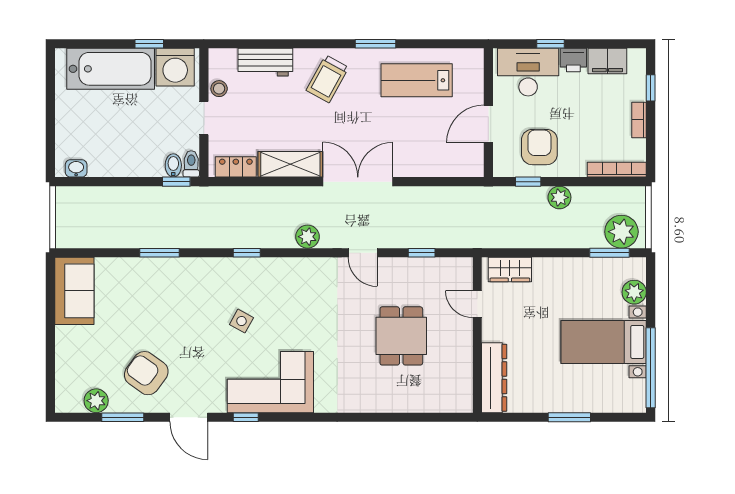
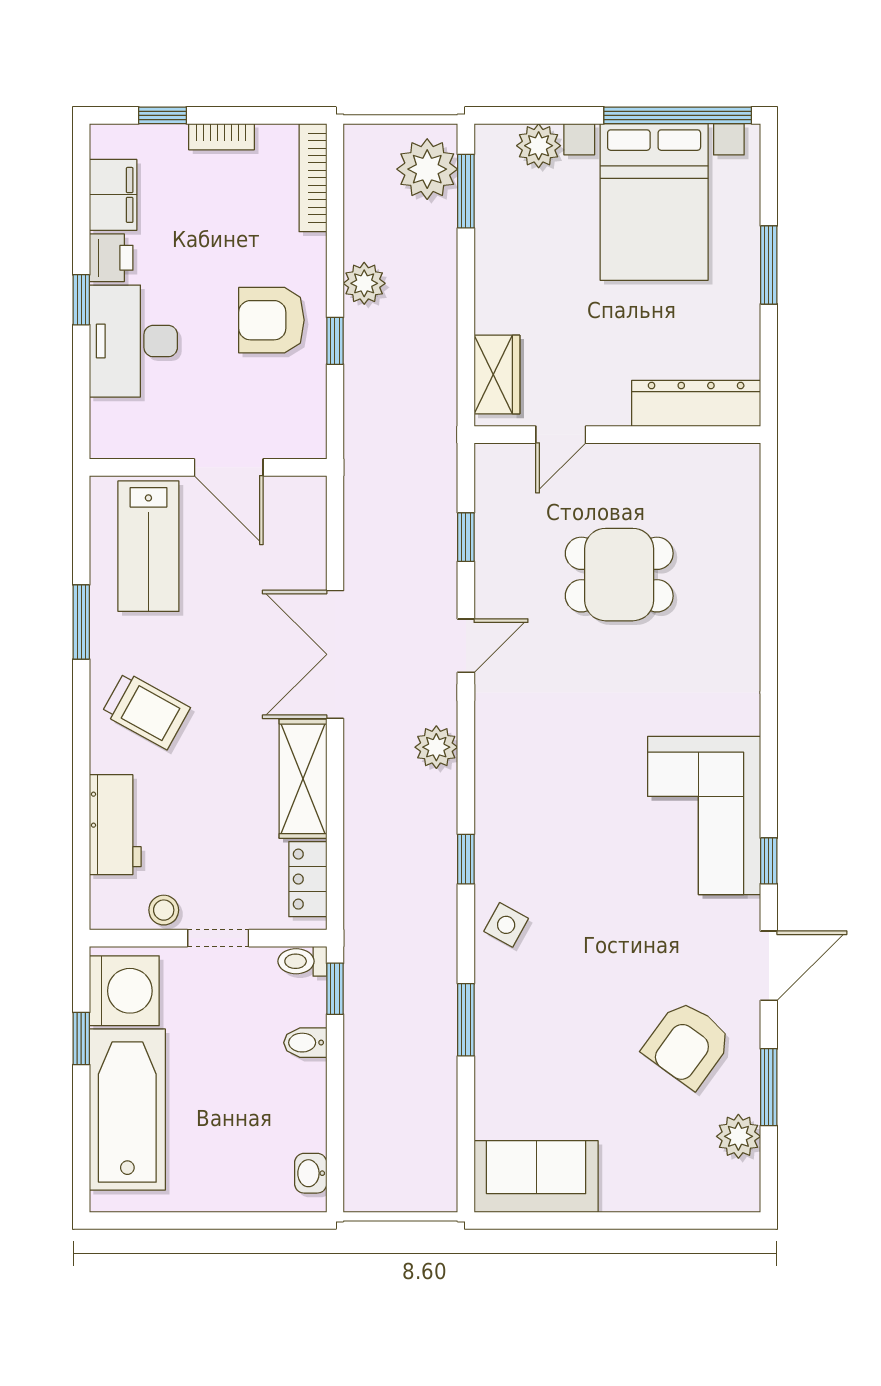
wall: (488, 113) -> (208, 467), moved
door: (488, 124) -> (229, 467), moved
bidet: (173, 165) -> (305, 1043), moved
side table: (241, 321) -> (506, 925), moved
bed with nightstands: (604, 342) -> (654, 202), width x1.36

